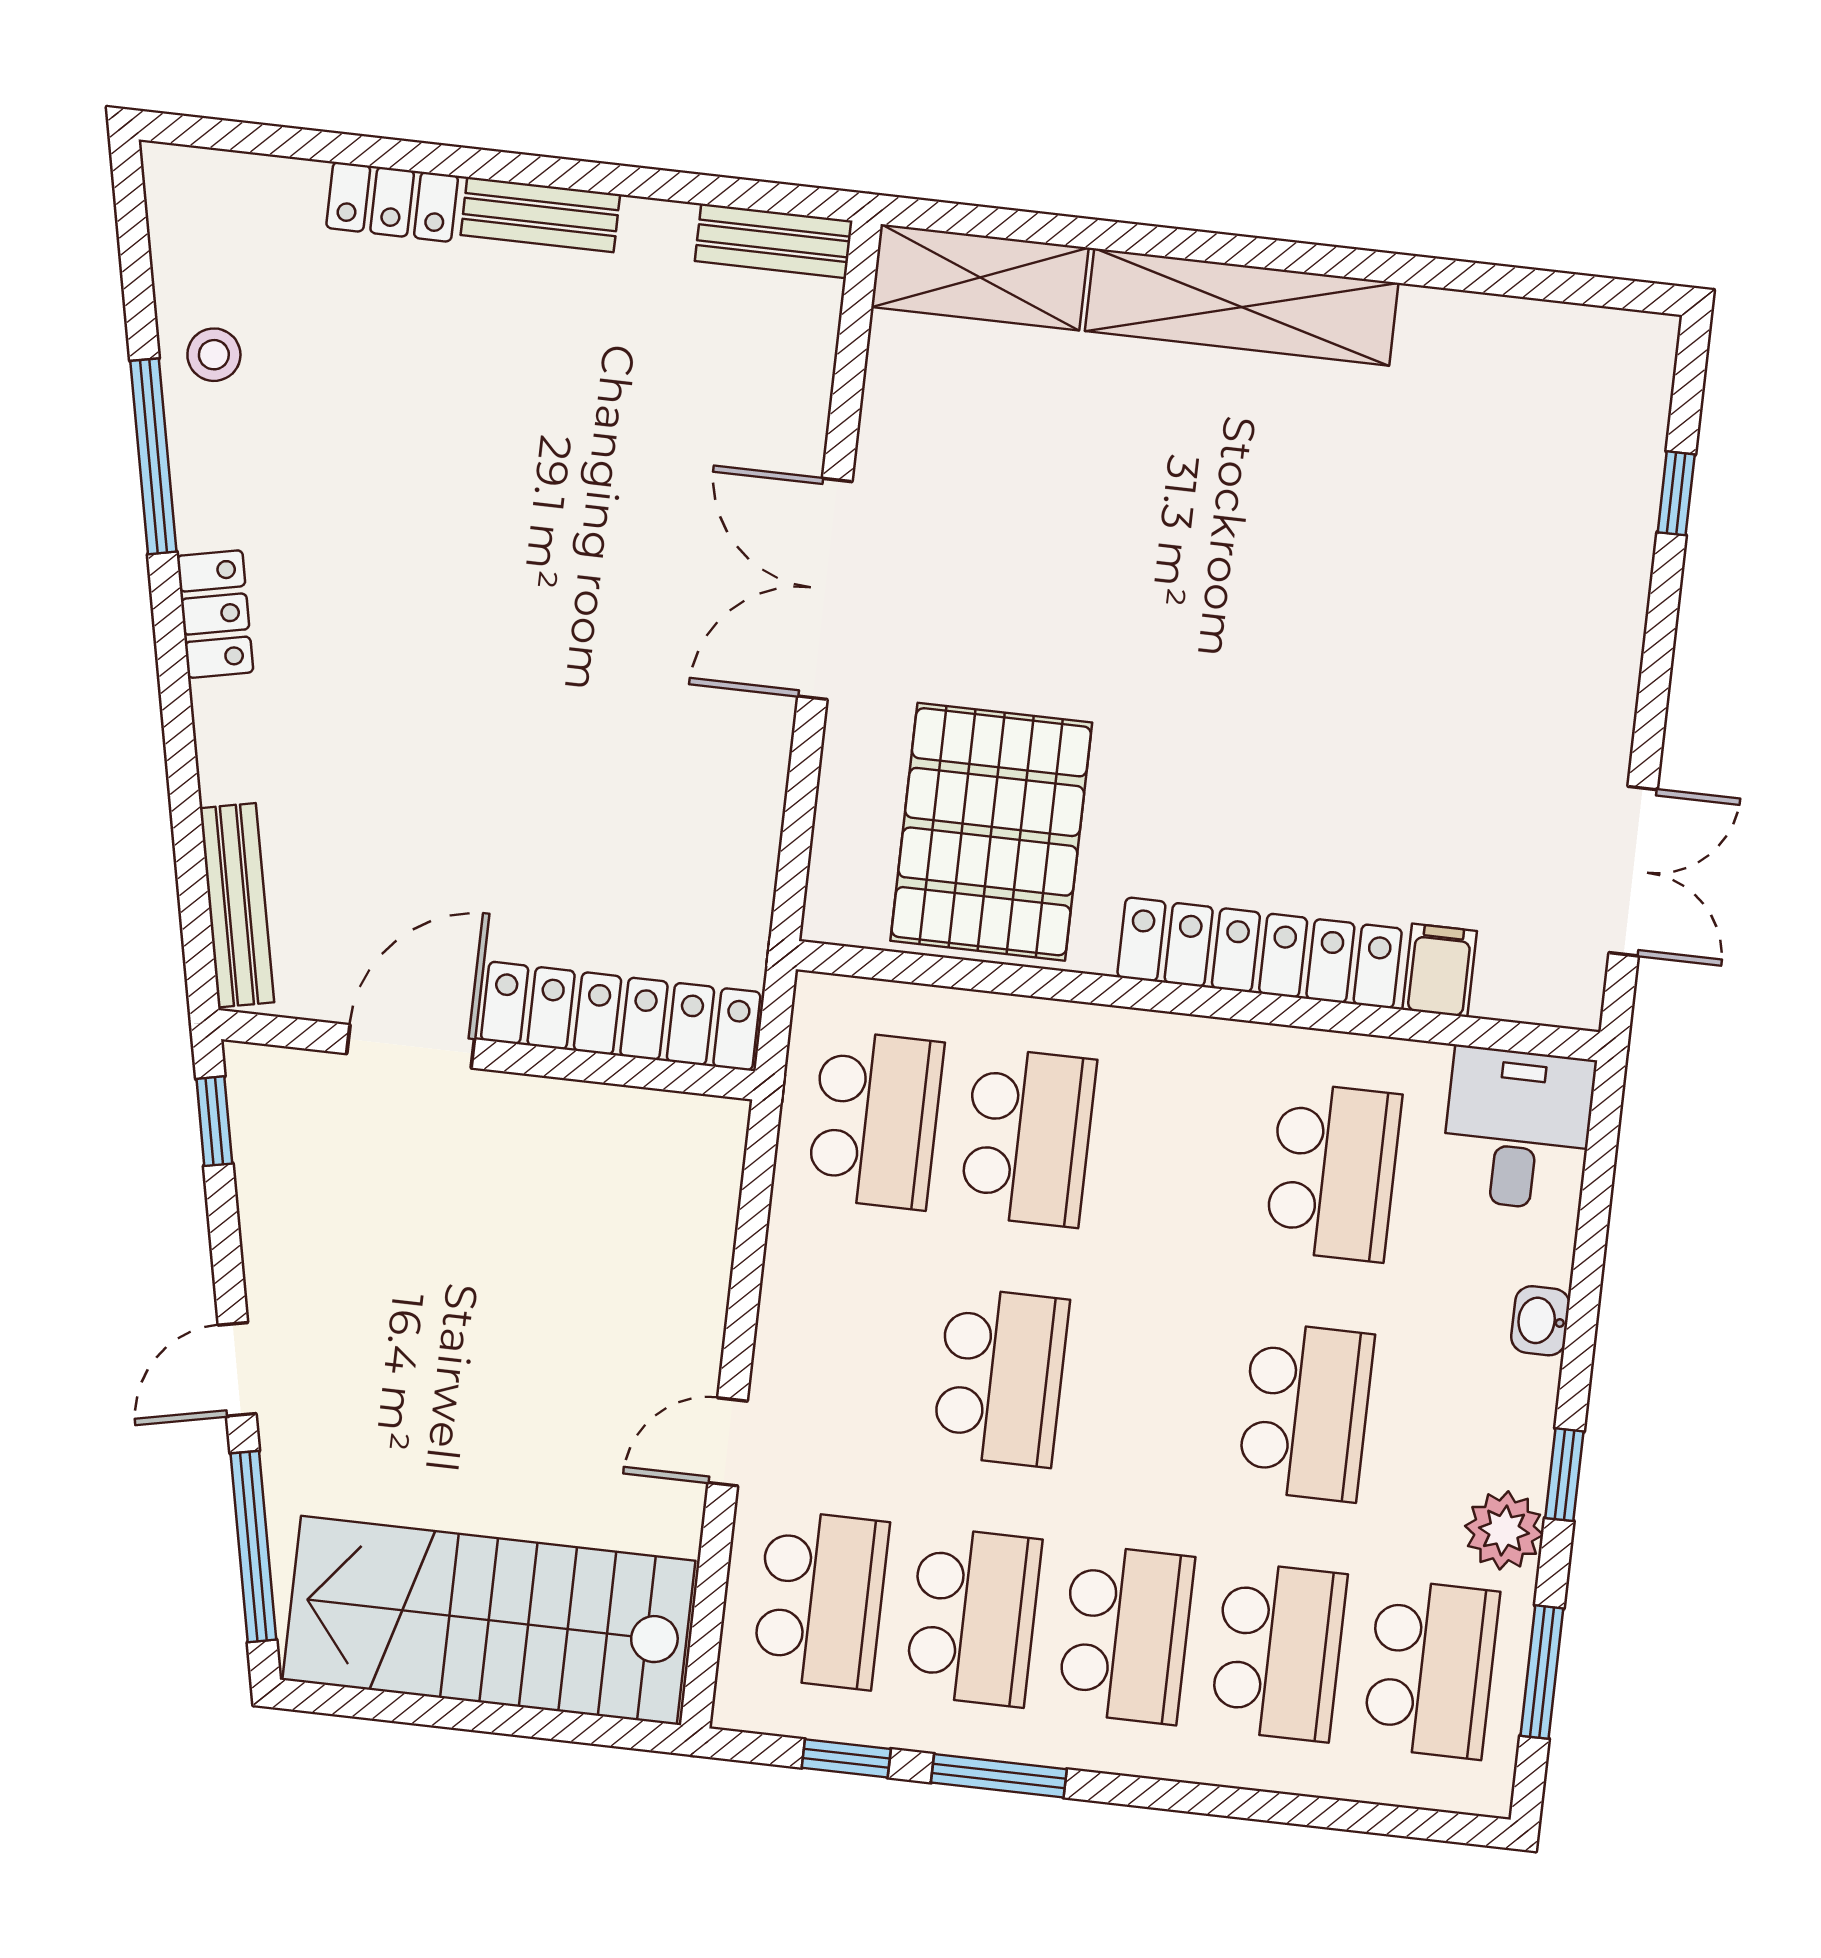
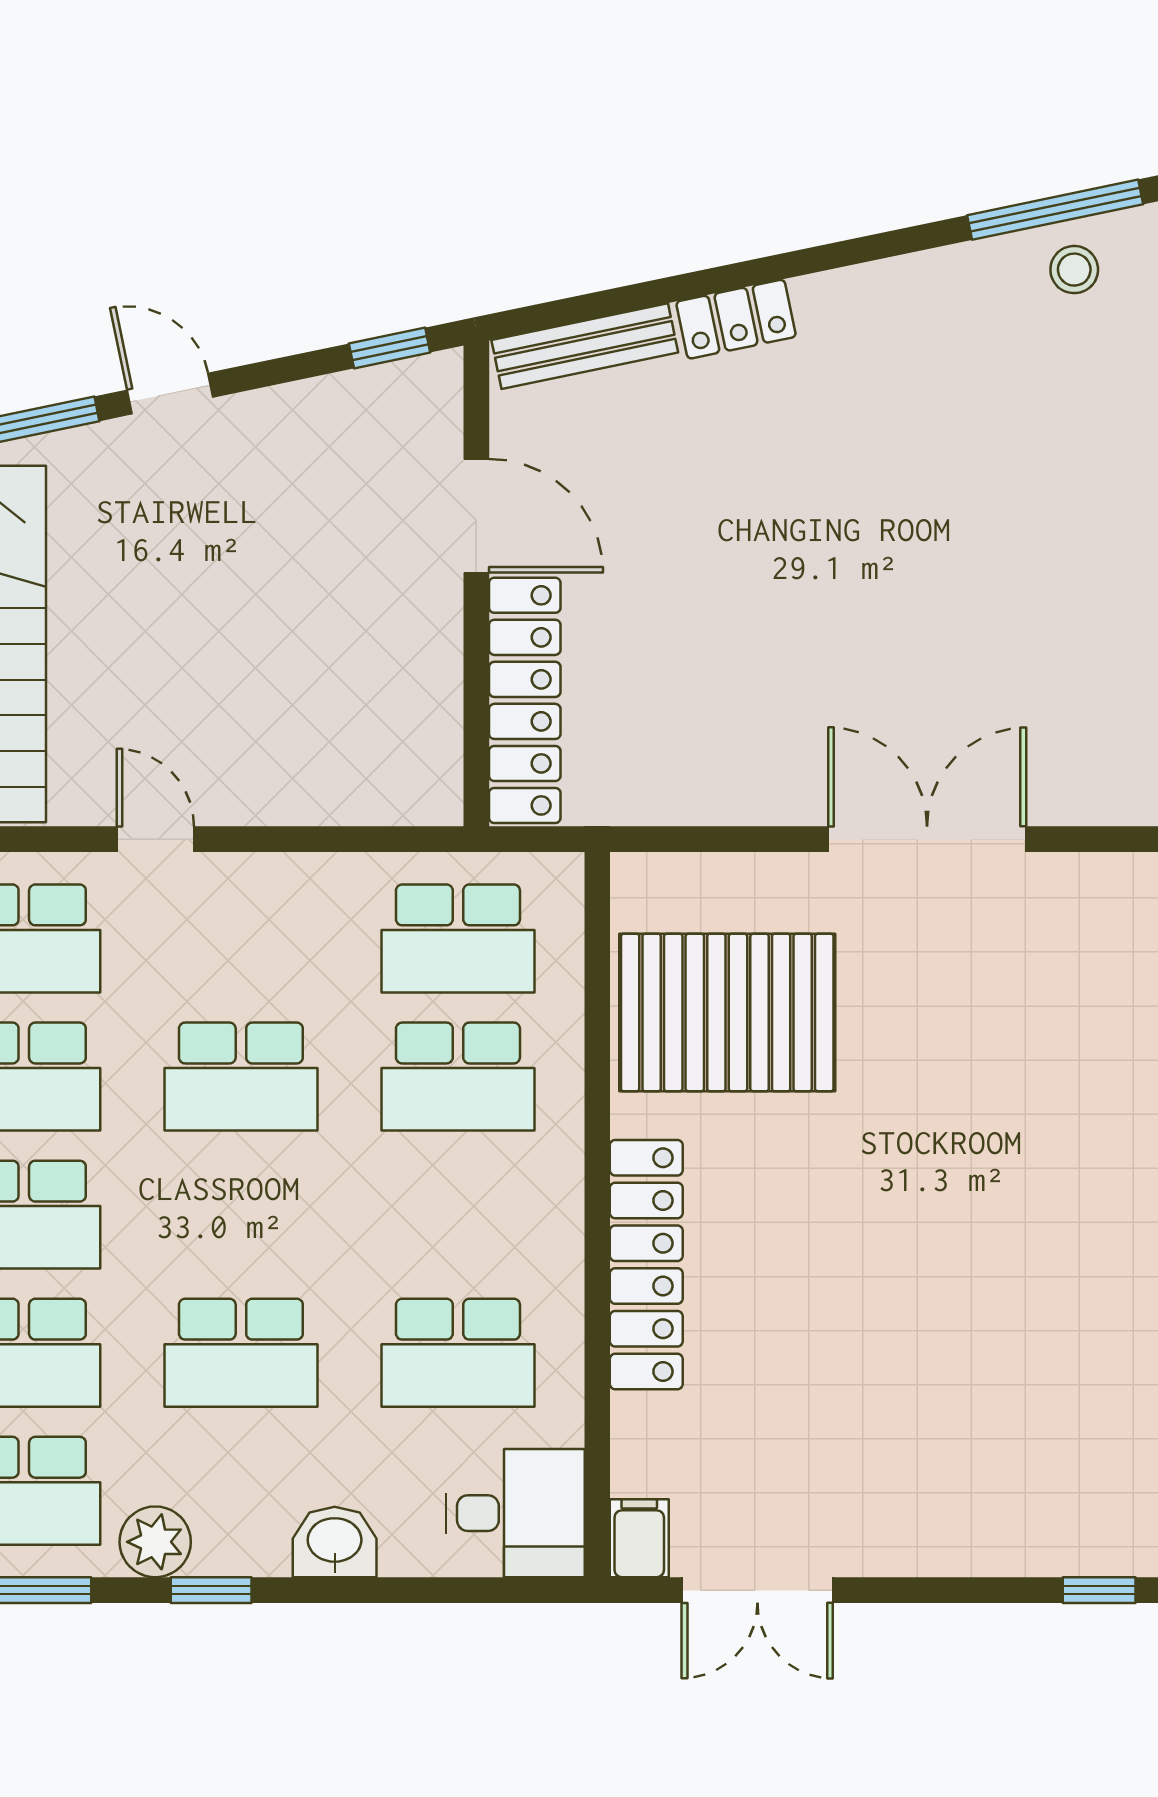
window: (153, 456) -> (1055, 210), moved
locker: (215, 614) -> (736, 319), moved
filing cabinet: (1440, 970) -> (639, 1538), moved, turned -90
washbasin: (1540, 1321) -> (335, 1542), width x1.38, depth x1.45

